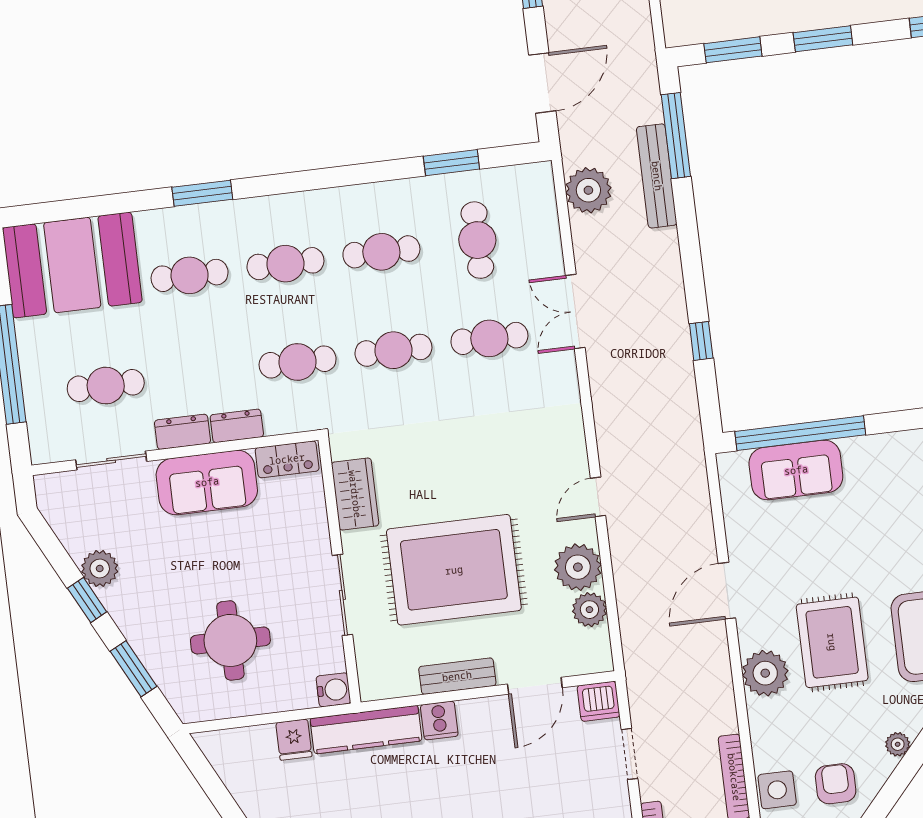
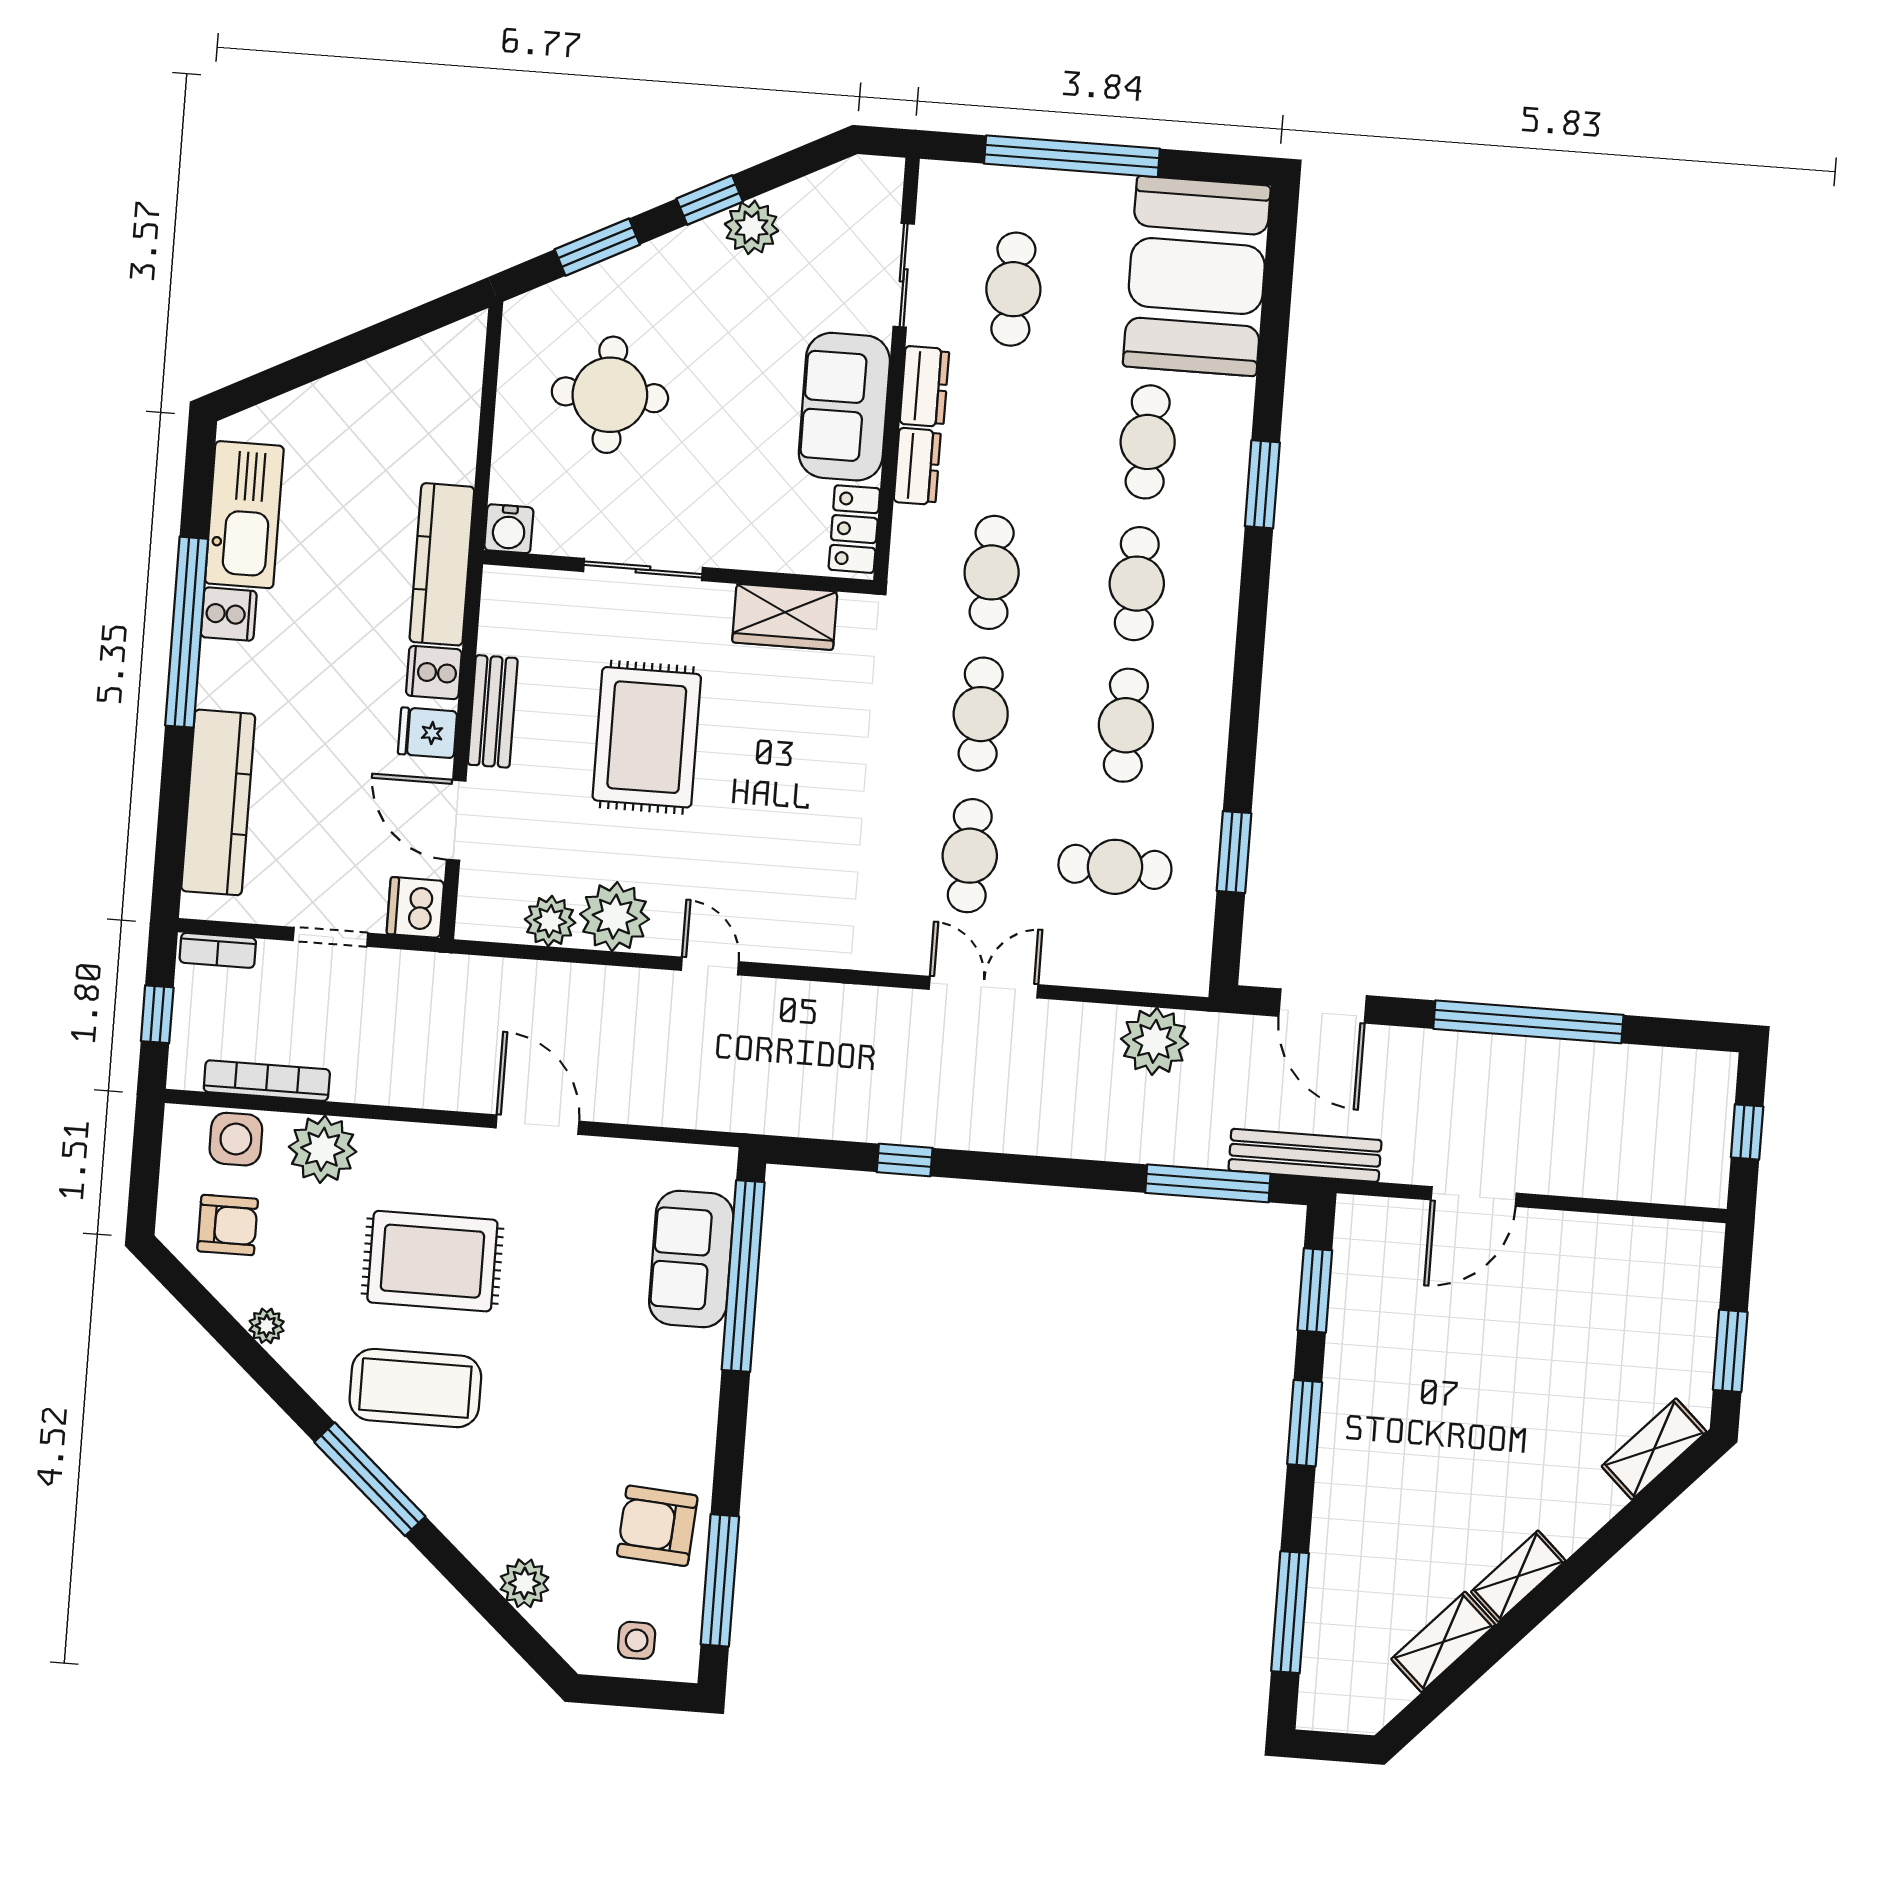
bench: (657, 176) -> (1305, 1155), moved
rug: (454, 570) -> (647, 737), width x0.73, depth x0.69
plant: (765, 673) -> (323, 1149), moved
fridge: (294, 740) -> (427, 733), moved

